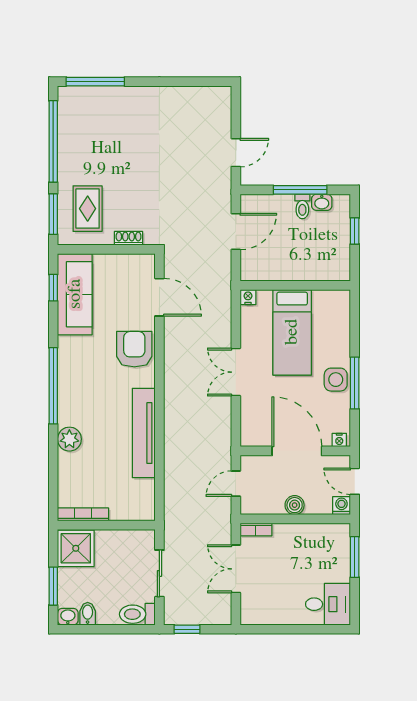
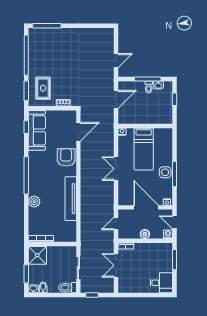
door: (159, 297) -> (78, 132), hinge flipped

